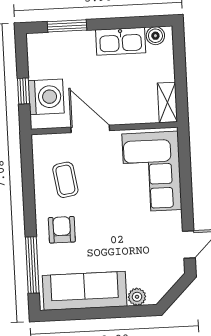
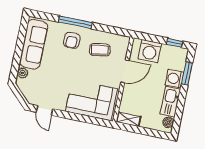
washing machine: (81, 44) -> (175, 79), added
window: (23, 91) -> (175, 43), moved
armchair: (62, 230) -> (72, 40), turned 90
window: (32, 265) -> (75, 22), moved

